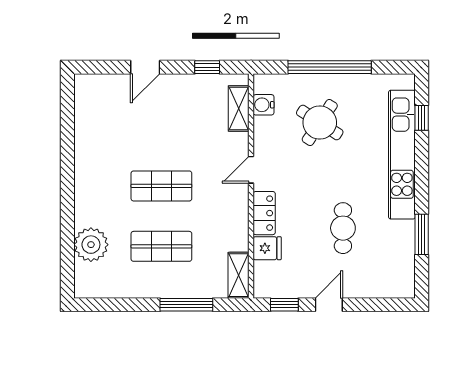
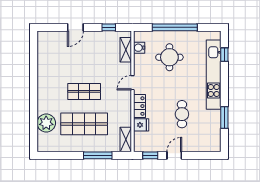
round table: (320, 123) -> (169, 57), turned -33
shop shelf: (161, 246) -> (84, 124), width x1.43, depth x1.36

